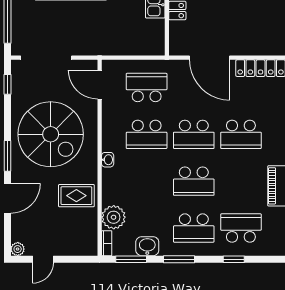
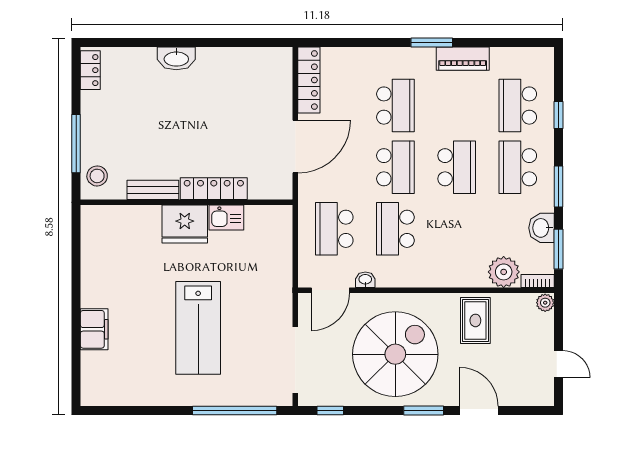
school desk: (147, 134) -> (395, 229), turned 180
washbasin: (108, 160) -> (365, 280), moved
school desk: (194, 228) -> (518, 167), turned 180
plant: (18, 249) -> (545, 303), moved

